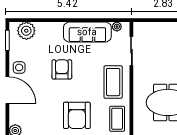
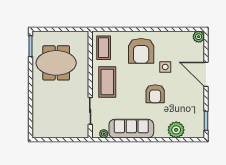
plant: (26, 31) -> (176, 130), moved
side table: (19, 67) -> (165, 67), moved
armchair: (77, 115) -> (141, 51), turned 180

